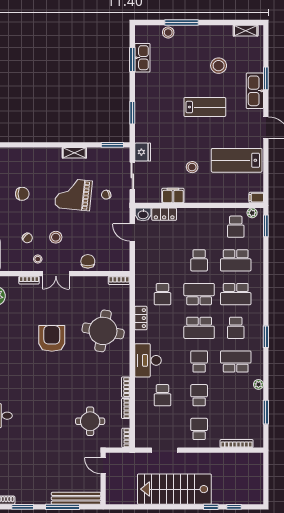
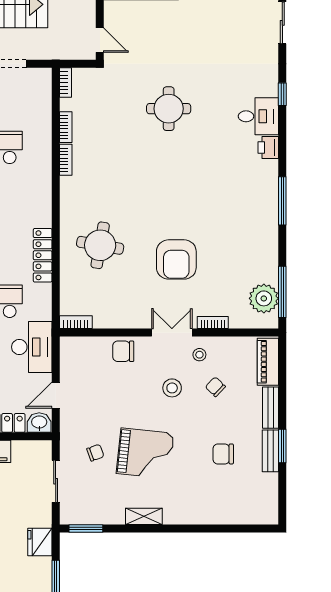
fridge: (143, 152) -> (40, 542), moved
door: (132, 232) -> (56, 395), swing flipped
chair: (88, 261) -> (123, 351), turned 90
locker: (141, 318) -> (43, 255), width x1.53
round table: (103, 331) -> (100, 245), width x0.73, depth x0.73
armchair: (52, 338) -> (176, 259), moved
desk: (148, 360) -> (32, 347), moved
round table: (90, 421) -> (169, 109), moved

